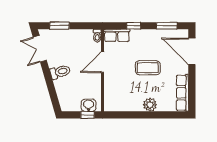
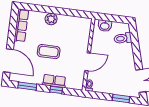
row of seats: (117, 35) -> (54, 81), moved
toilet: (60, 72) -> (123, 38), moved
window: (88, 115) -> (107, 17), removed

